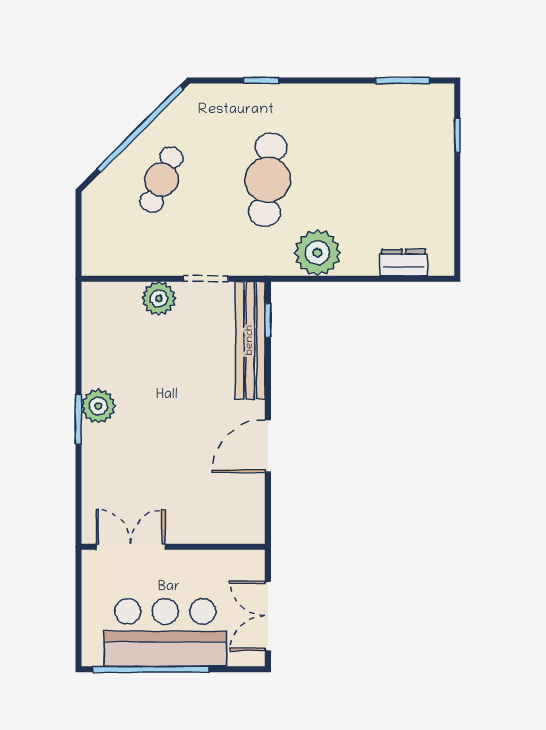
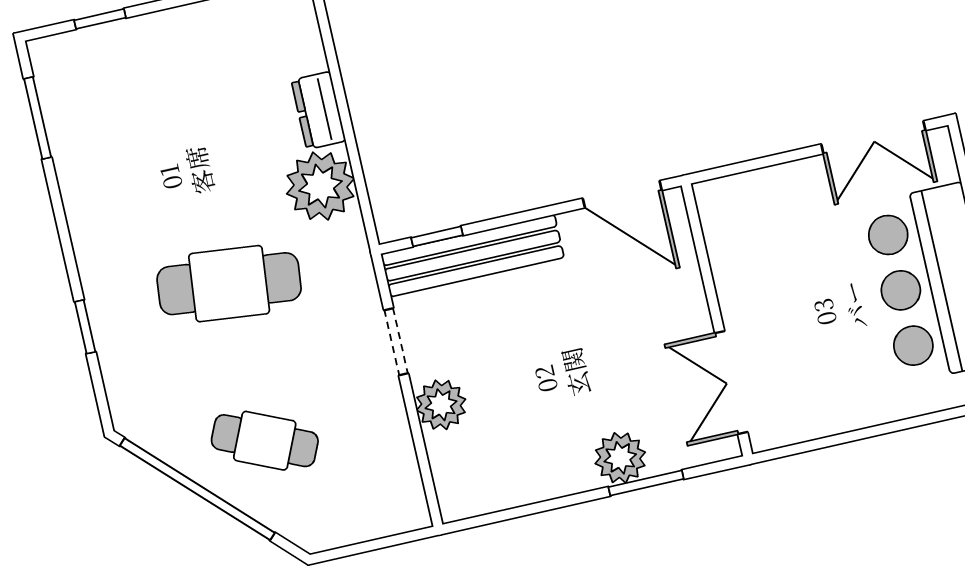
dresser: (404, 262) -> (318, 111), moved
double door: (131, 547) -> (731, 383), moved
wall: (173, 547) -> (717, 320), moved

